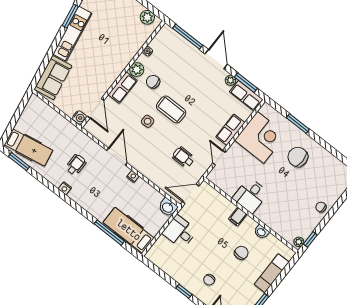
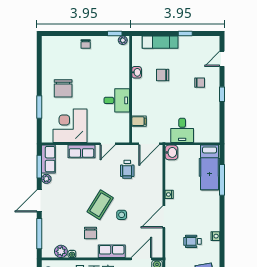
plant: (137, 70) -> (61, 251), moved
coffee table: (171, 109) -> (100, 205), turned 32
door: (191, 194) -> (149, 144), hinge flipped
filing cabinet: (238, 217) -> (139, 121), moved

